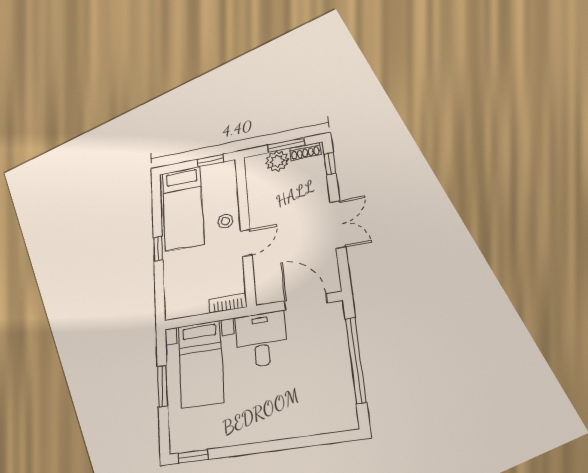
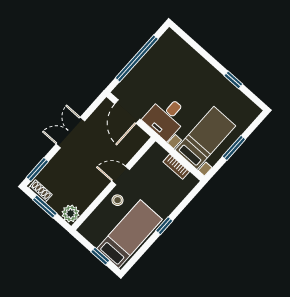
window: (210, 161) -> (100, 256), moved
plant: (277, 161) -> (71, 213), moved
window: (330, 164) -> (37, 169), width x1.50
bookcase: (228, 303) -> (176, 167), moved
window: (193, 456) -> (233, 80), moved

